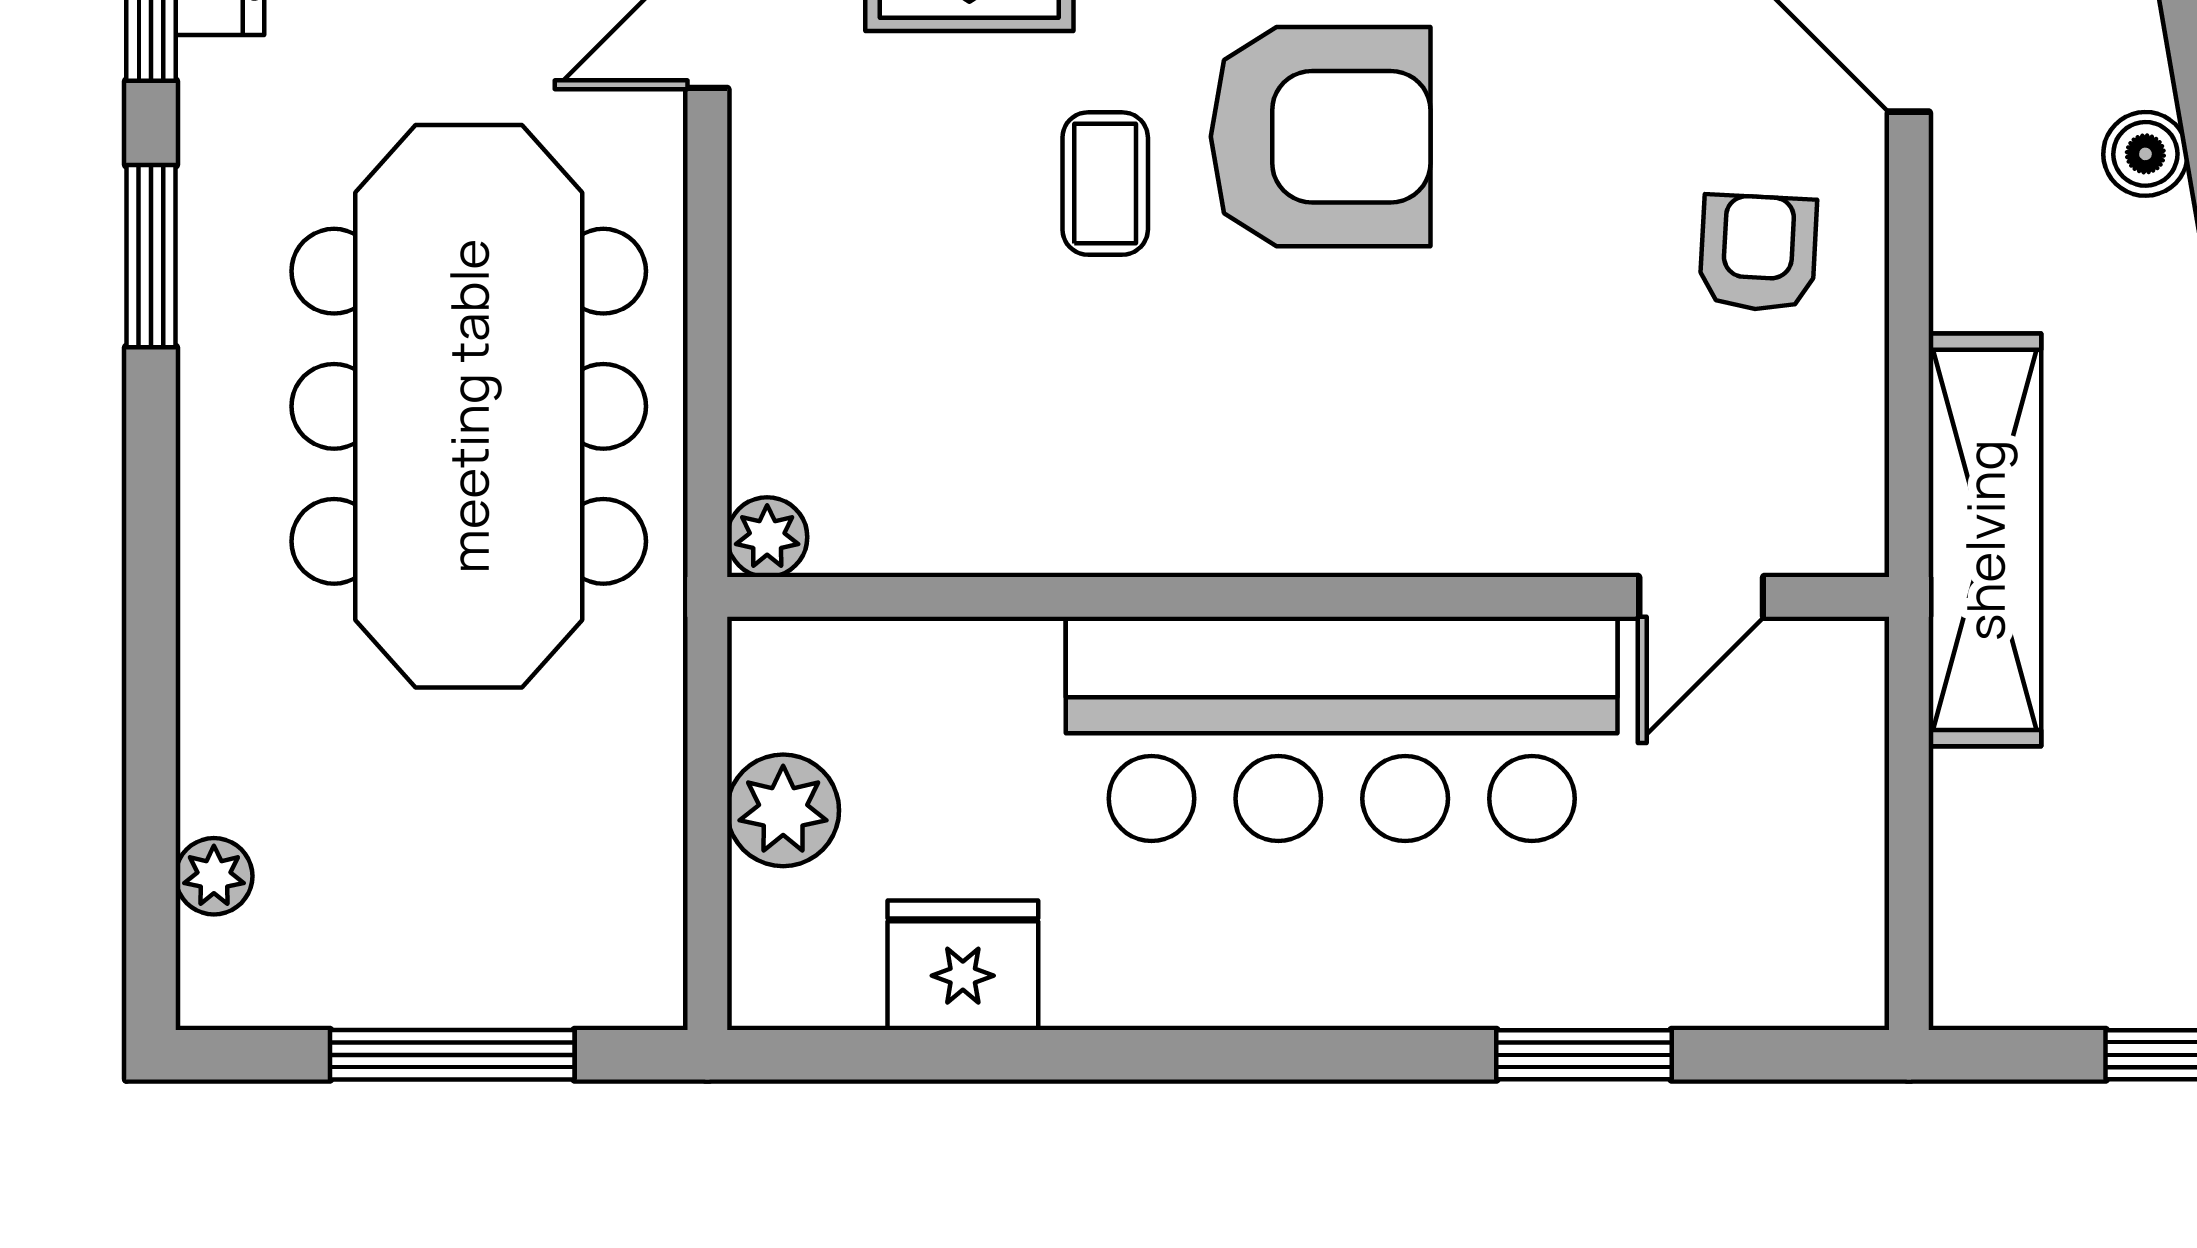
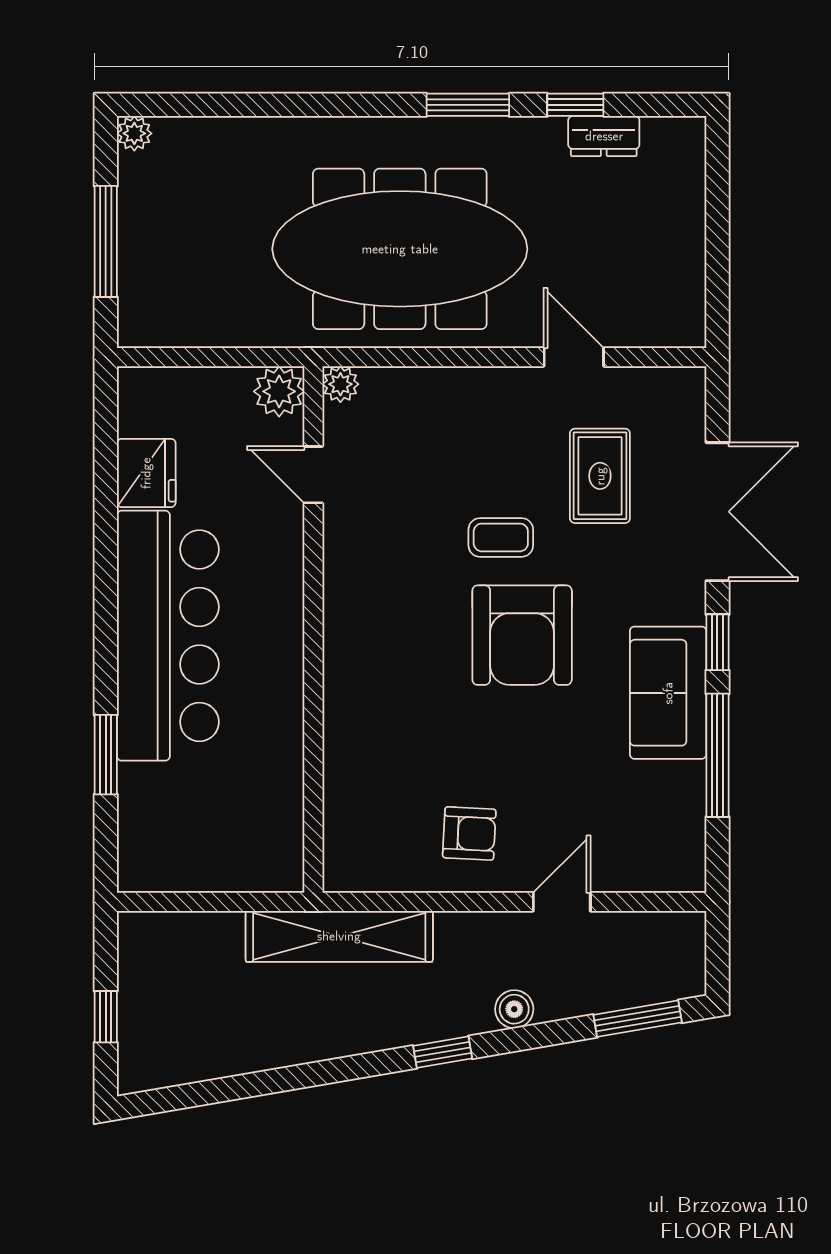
door: (1701, 597) -> (313, 475), moved
bar counter: (1342, 729) -> (168, 636), moved, turned 180
plant: (783, 810) -> (279, 391), moved
plant: (214, 876) -> (134, 133), moved

